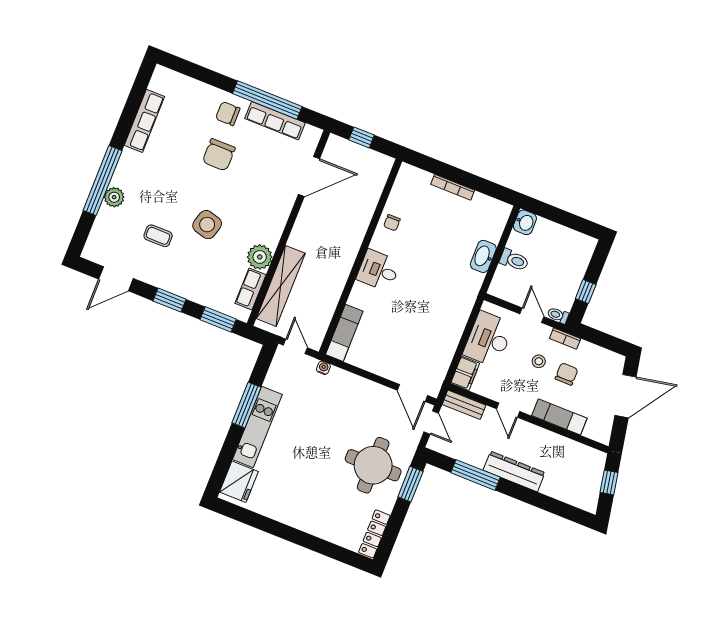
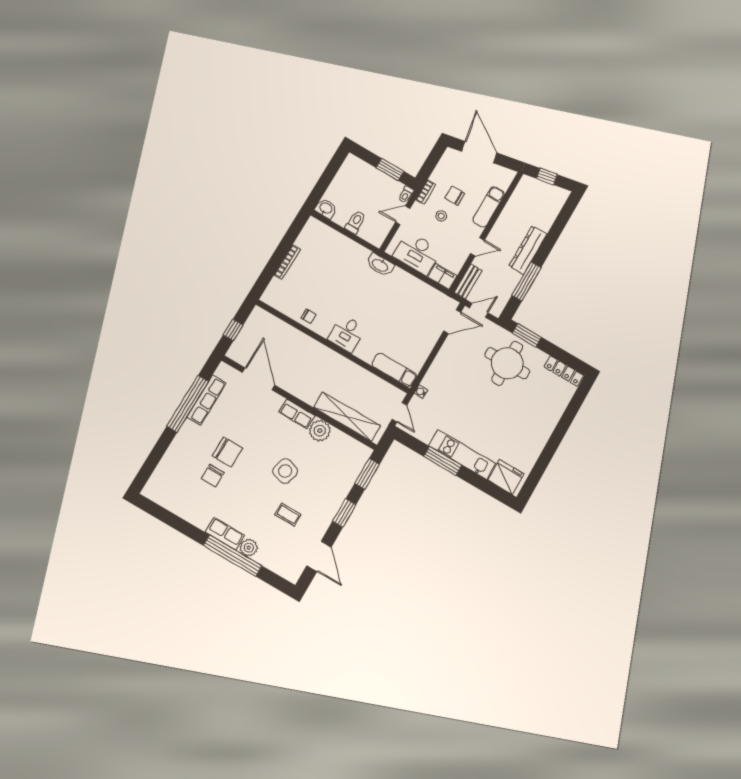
chair: (228, 114) -> (213, 476), moved
row of seats: (144, 121) -> (225, 534), moved, width x0.68
coffee table: (158, 236) -> (288, 515), turned 90
washbasin: (483, 256) -> (380, 265), moved
row of seats: (251, 289) -> (297, 414), moved
window: (586, 292) -> (390, 169), width x1.50
door: (295, 346) -> (400, 412), swing flipped

